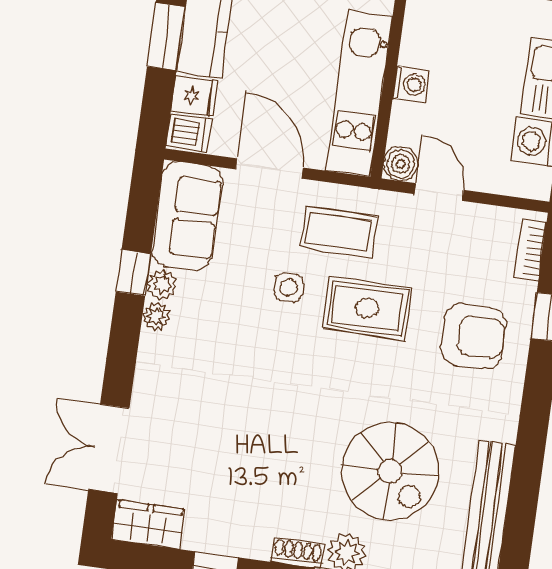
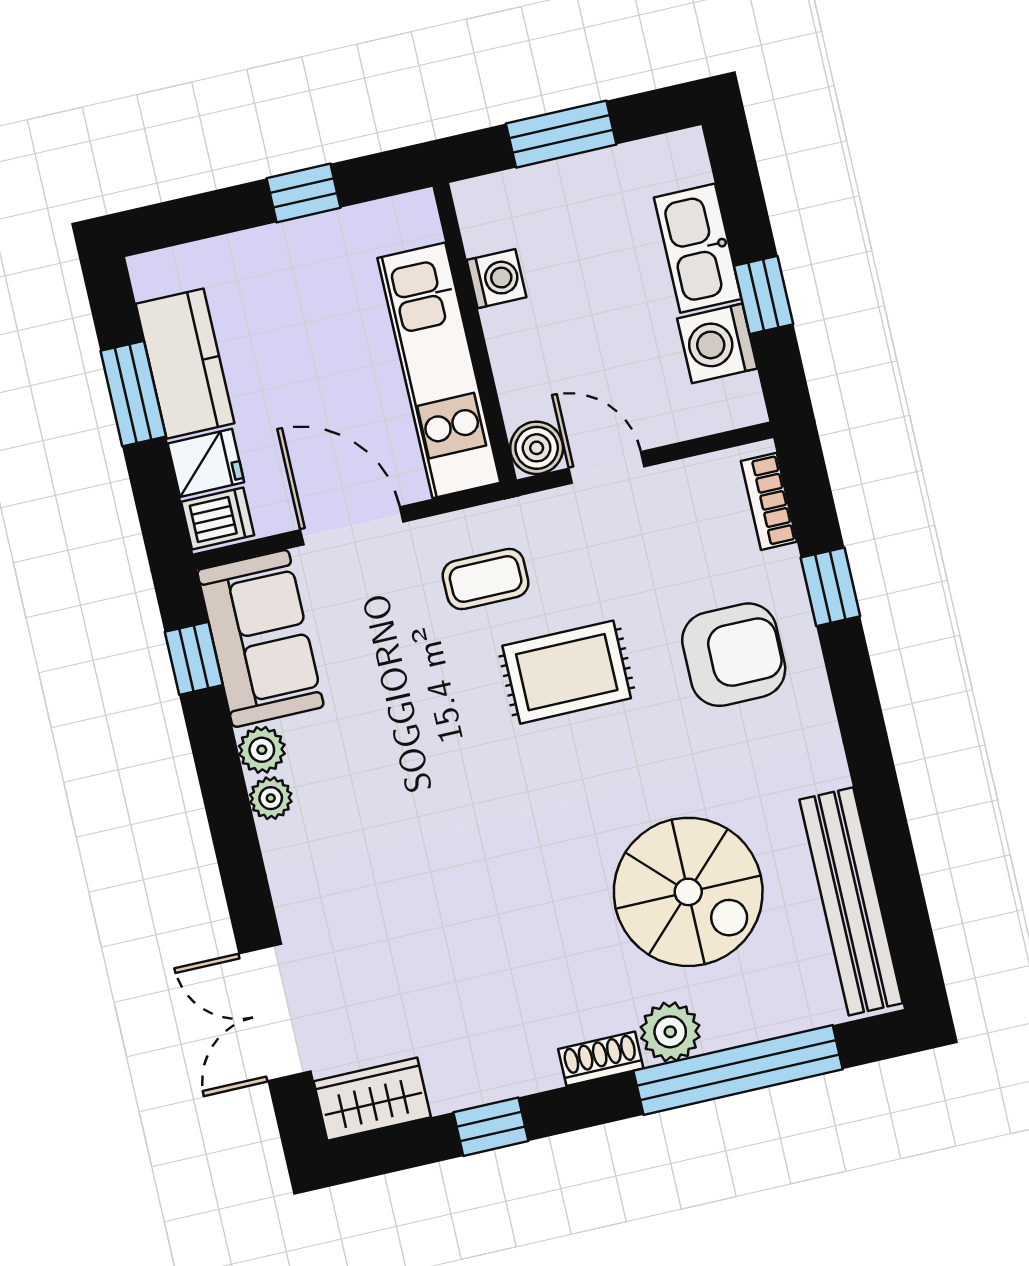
washing machine: (411, 84) -> (496, 279), moved
coffee table: (339, 232) -> (486, 579), width x0.73, depth x0.77
window: (133, 273) -> (194, 658), moved
side table: (289, 287) -> (444, 685), removed

